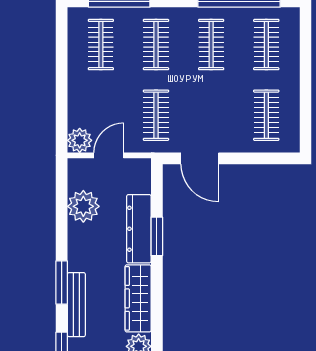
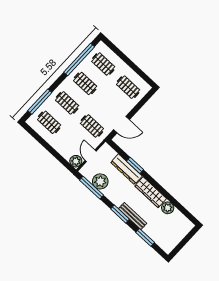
window: (62, 202) -> (92, 188), added

